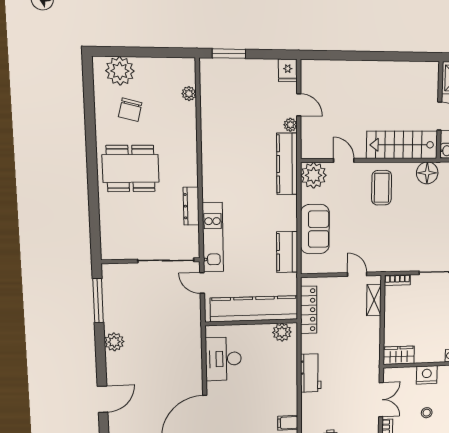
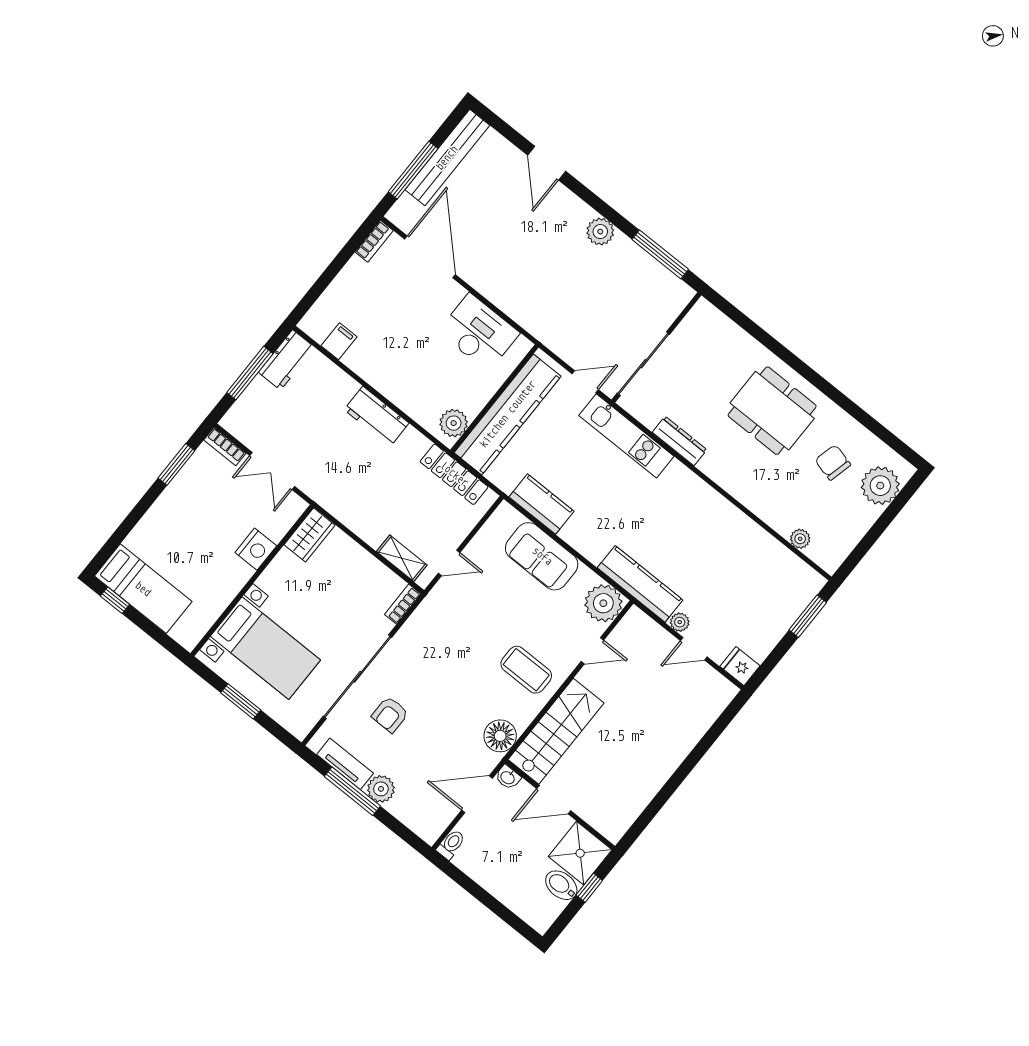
dining table: (131, 168) -> (772, 411), turned 90
stool: (427, 413) -> (208, 512), removed

